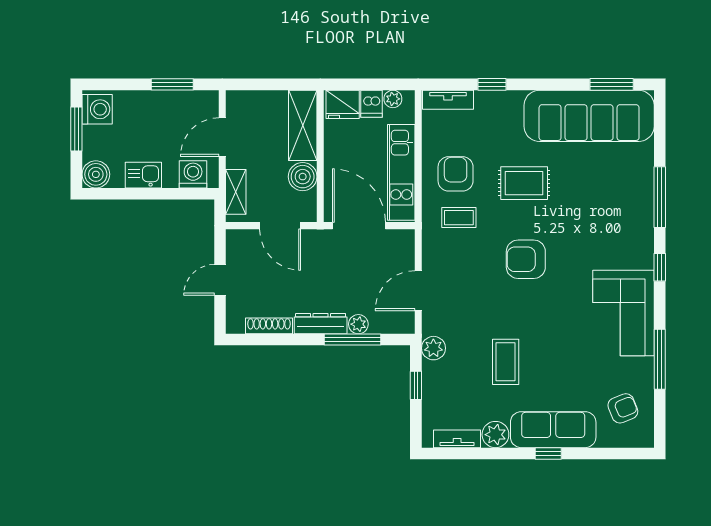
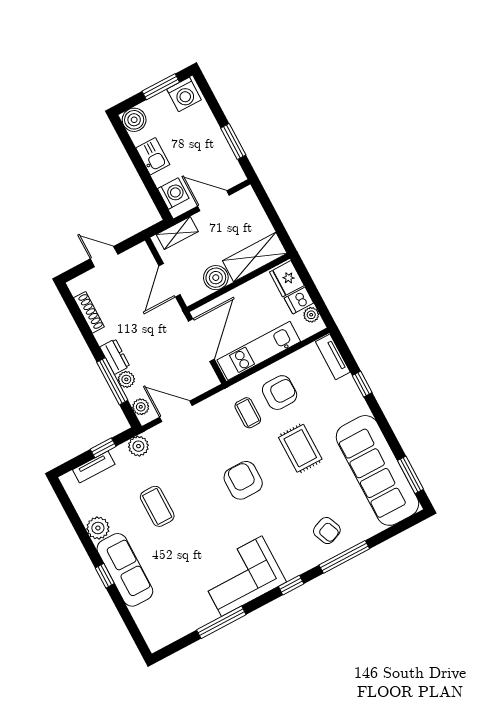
dresser: (321, 324) -> (115, 357), width x0.70
plant: (394, 324) -> (141, 407), added
coffee table: (506, 362) -> (157, 506), turned 90
armchair: (623, 408) -> (327, 531), moved
tv unit: (457, 439) -> (94, 467), moved, turned 90

